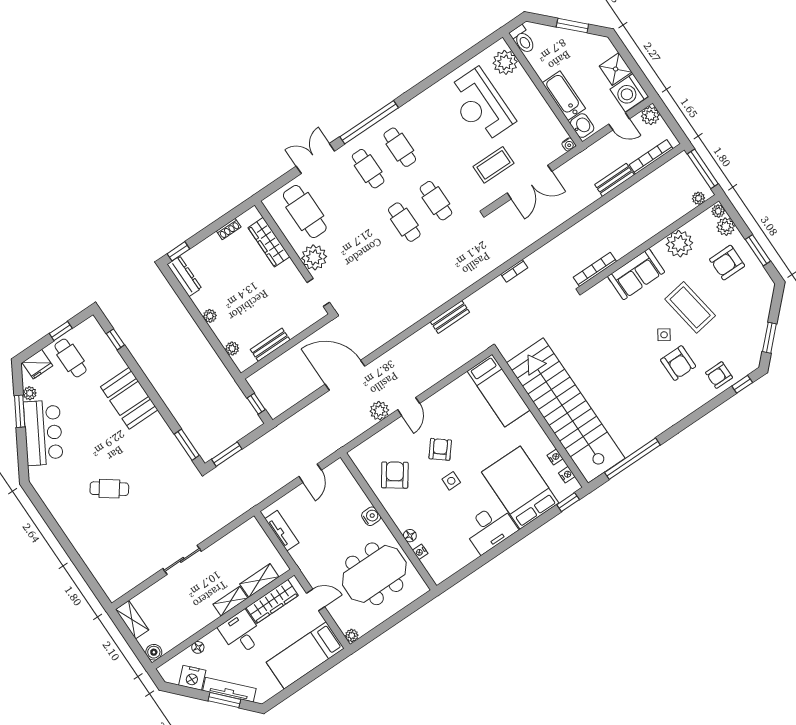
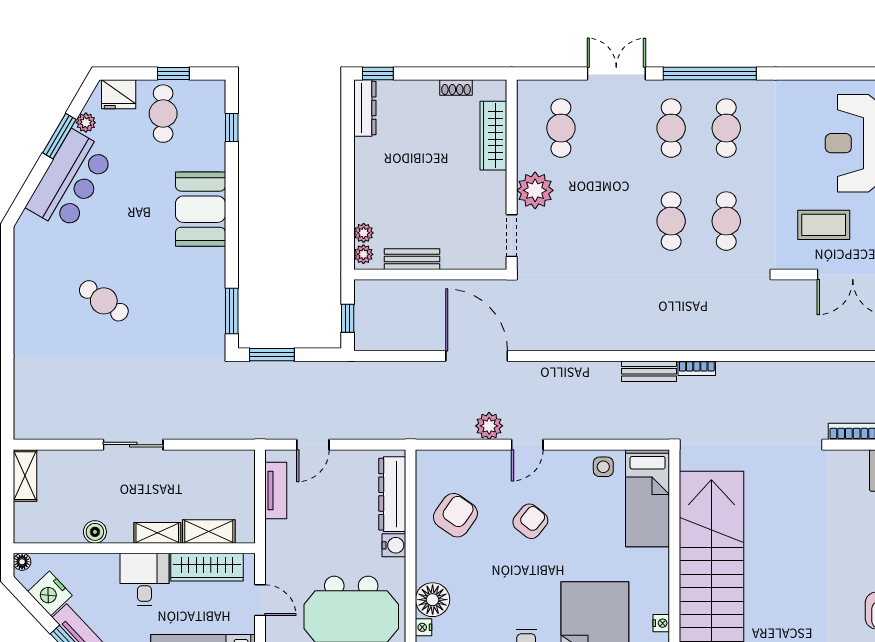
cafe table: (305, 212) -> (561, 128), width x0.73, depth x0.74
bookcase: (514, 271) -> (697, 368), moved
plant: (210, 316) -> (363, 254), moved
door: (310, 473) -> (313, 445), moved
side table: (451, 481) -> (603, 467), moved
dresser: (350, 488) -> (392, 494), added
floor lamp: (410, 536) -> (433, 600), width x1.89, depth x1.89
floor lamp: (198, 647) -> (22, 562), moved
boiler: (154, 652) -> (95, 532), moved

